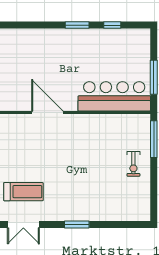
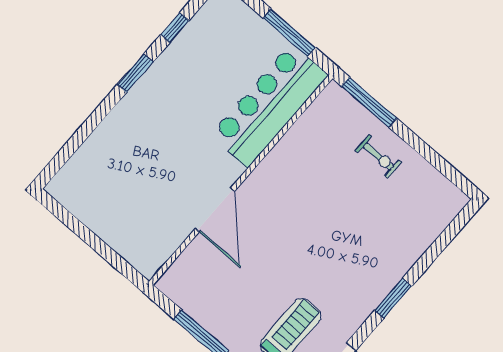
door: (47, 112) -> (215, 210), swing flipped

